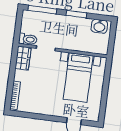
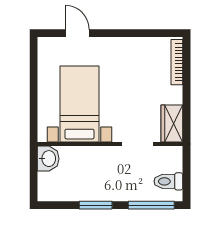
washbasin: (99, 26) -> (48, 159), moved, turned 90
toilet: (28, 39) -> (168, 181), moved

